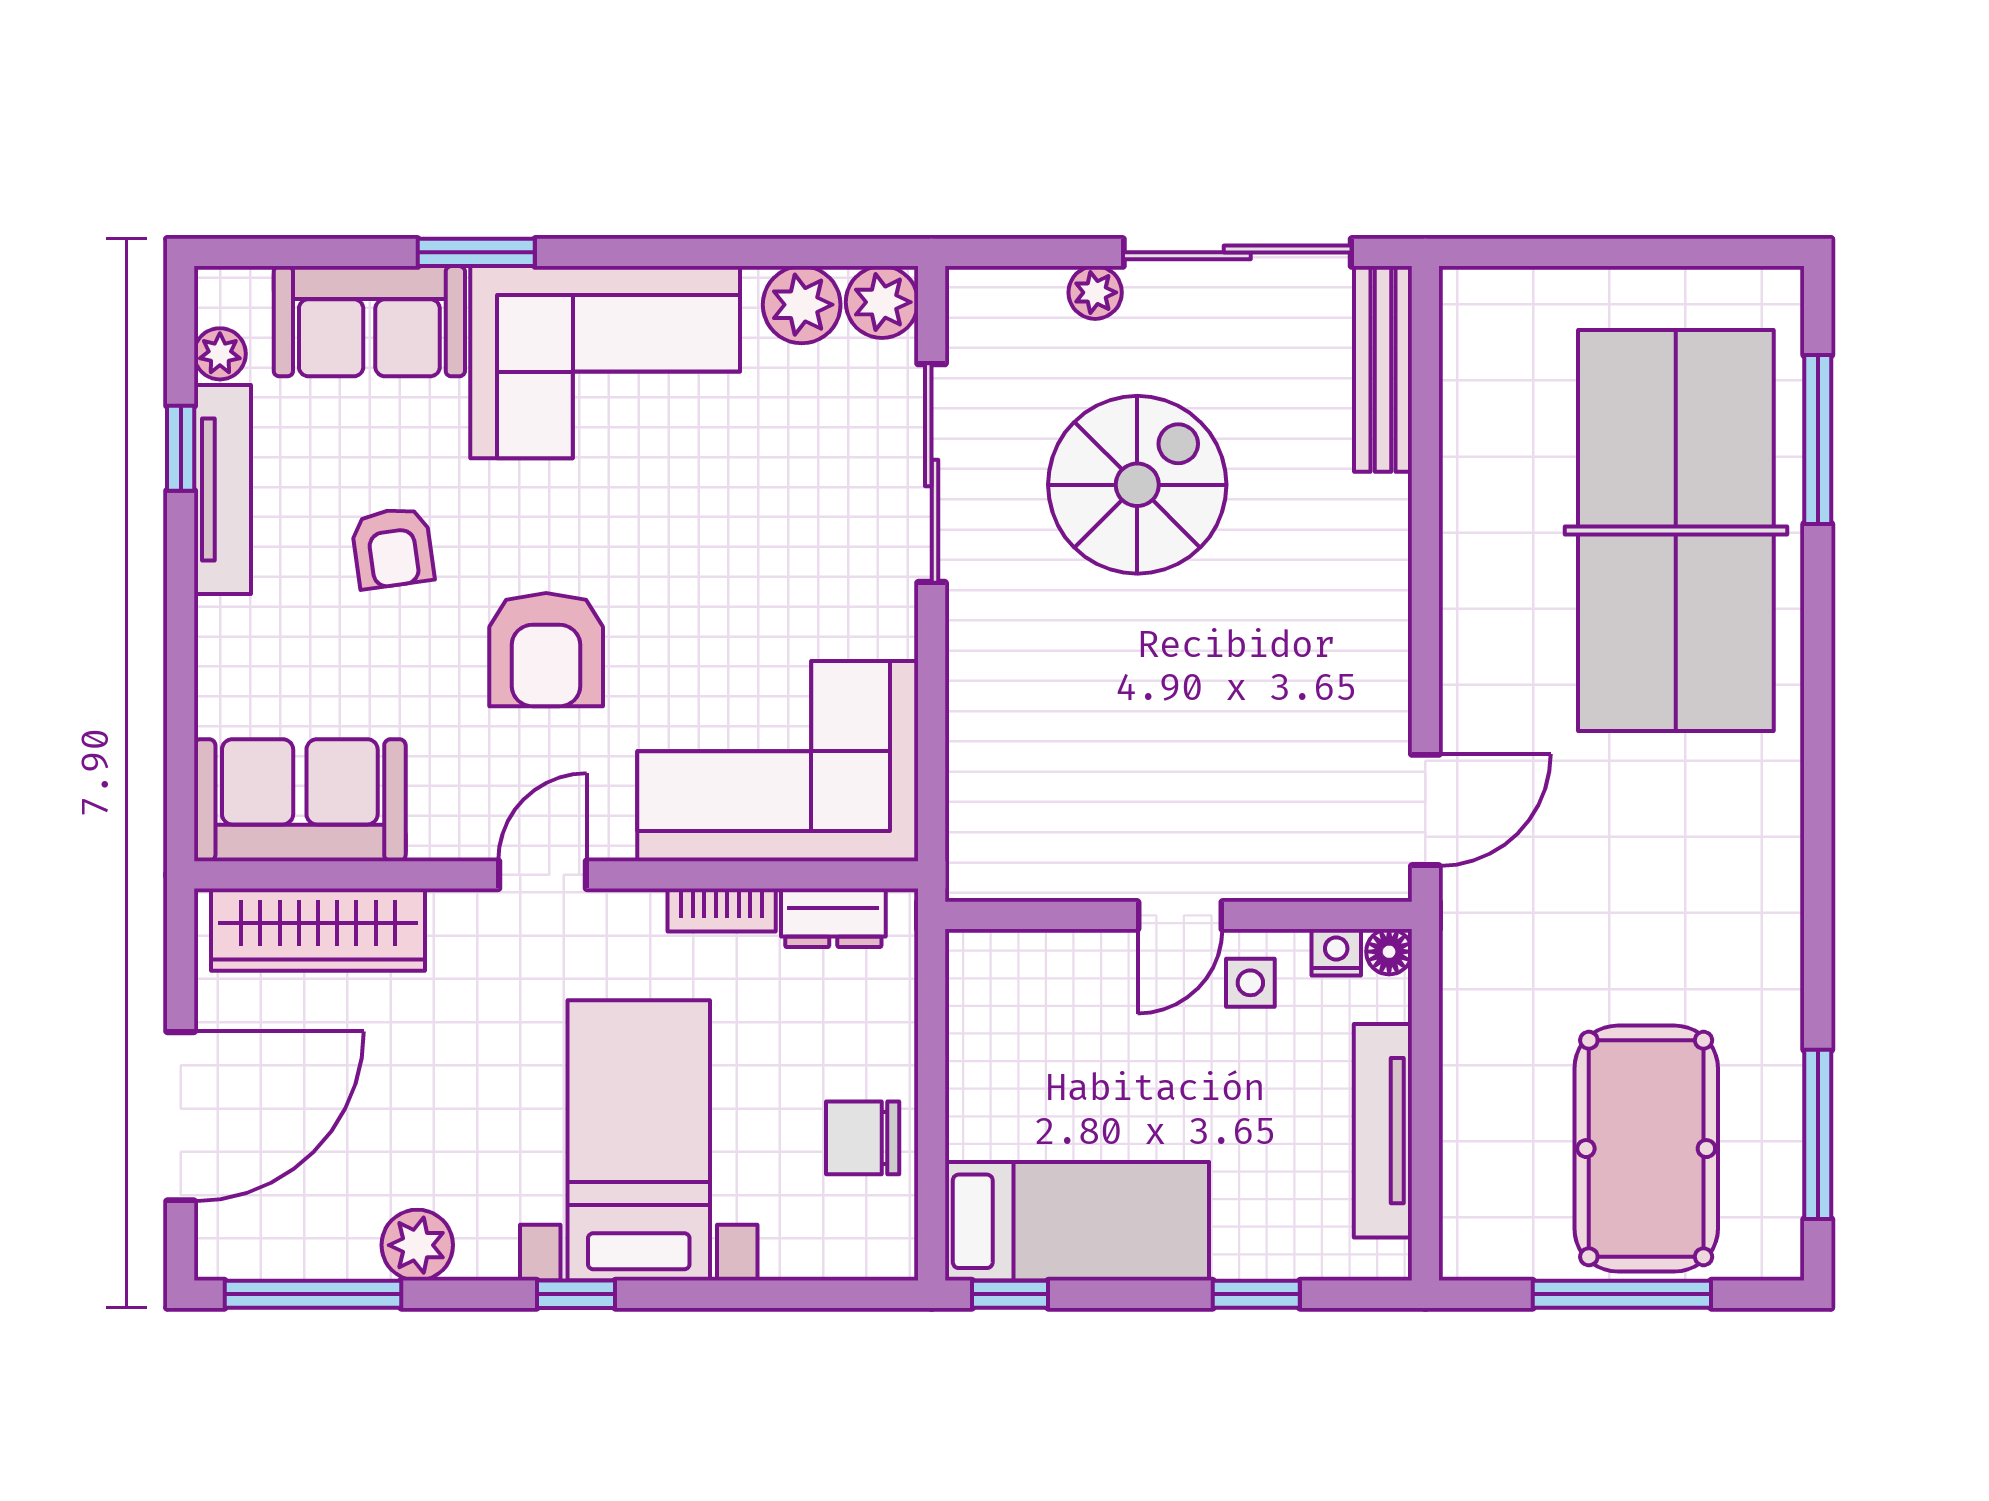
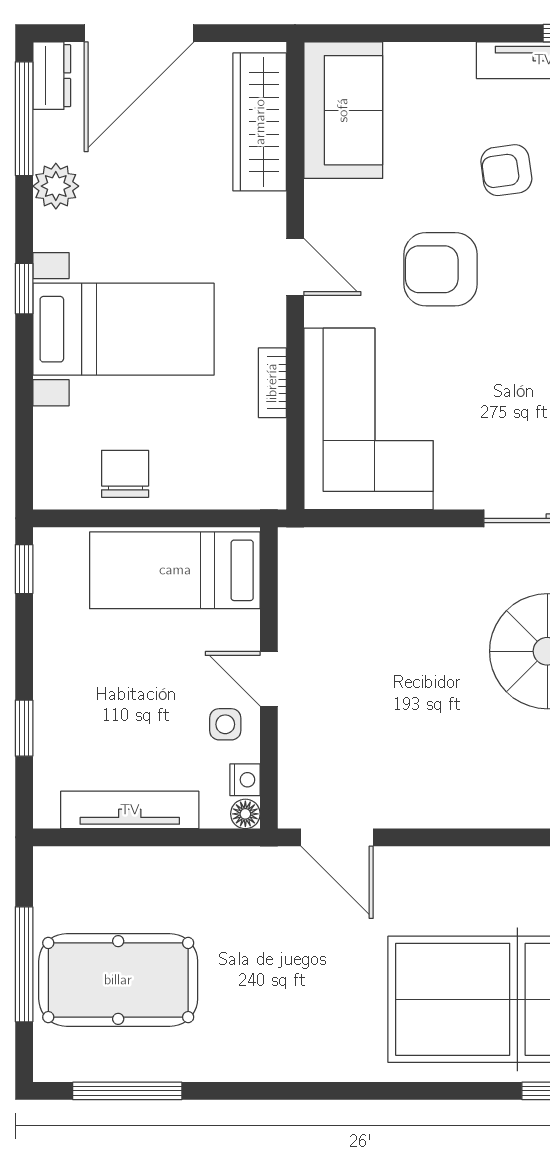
dresser: (833, 918) -> (52, 76), moved, turned 180
door: (181, 1116) -> (139, 33), hinge flipped
bed: (1077, 1221) -> (175, 570), moved, turned 90

